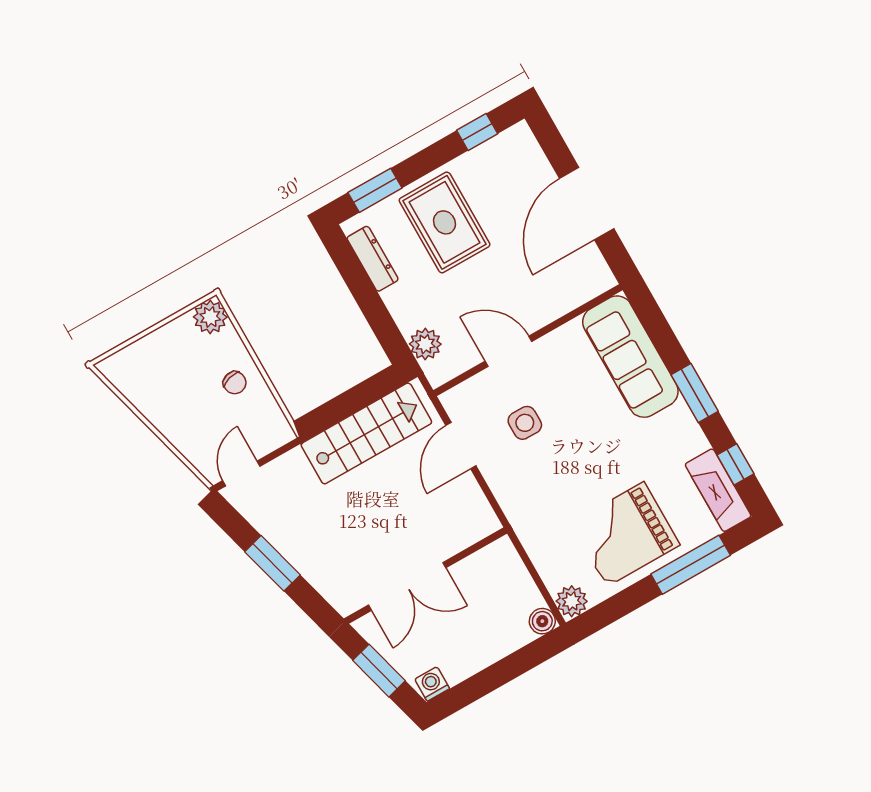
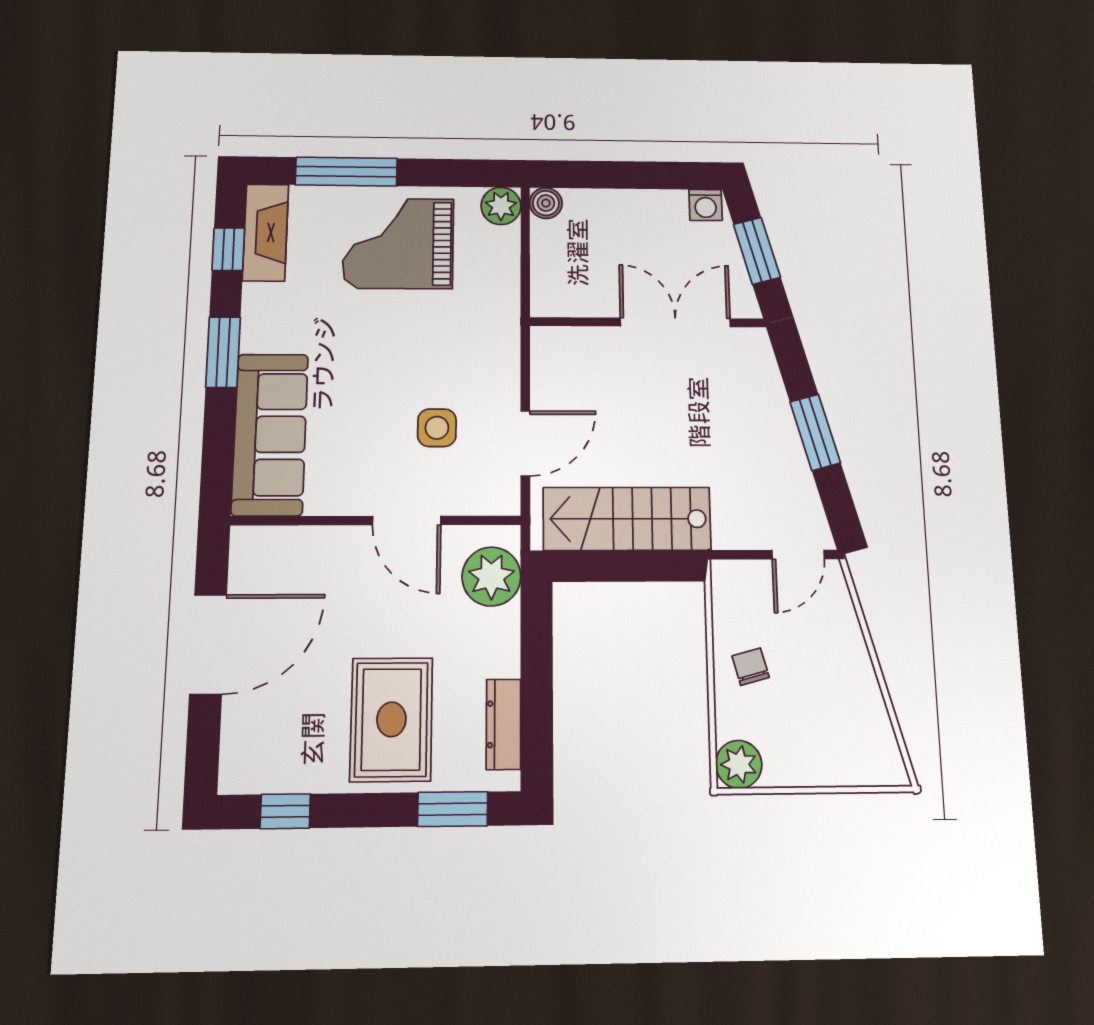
plant: (425, 344) -> (491, 577), width x1.36, depth x1.36
grand piano: (625, 534) -> (398, 243), turned 180

